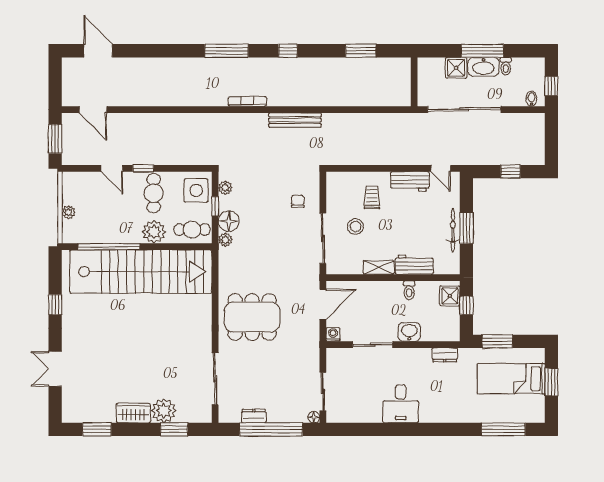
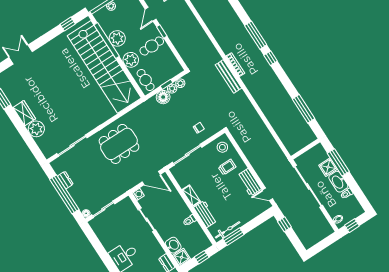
window: (288, 51) -> (271, 58), moved
window: (361, 51) -> (303, 109), width x1.44
window: (482, 51) -> (338, 162), moved
bench: (295, 120) -> (228, 76), moved
door: (441, 168) -> (268, 194), hinge flipped
window: (511, 172) -> (284, 224), moved
side table: (196, 190) -> (168, 68), removed
stool: (356, 226) -> (222, 147), moved
window: (466, 228) -> (233, 237), moved
bicycle: (453, 230) -> (228, 230), moved
plant: (115, 231) -> (117, 38), added
plant: (225, 240) -> (172, 89), moved
shower: (450, 296) -> (182, 257), moved
window: (55, 305) -> (68, 24), moved
dining table: (252, 317) -> (119, 144), turned 90
washbasin: (409, 332) -> (173, 245), moved
window: (174, 429) -> (30, 141), removed

